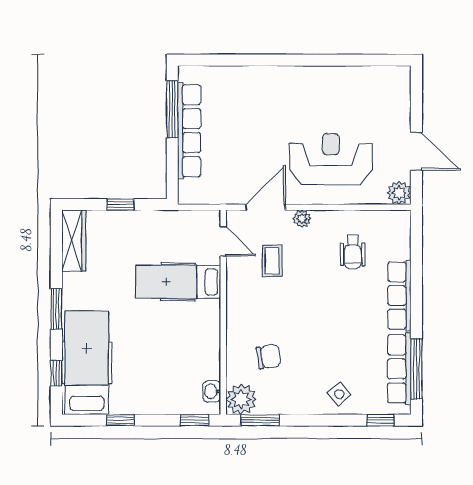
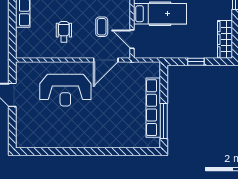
plant: (399, 193) -> (23, 69), removed
plant: (302, 219) -> (83, 53), removed
wheelchair: (353, 252) -> (64, 32), moved

